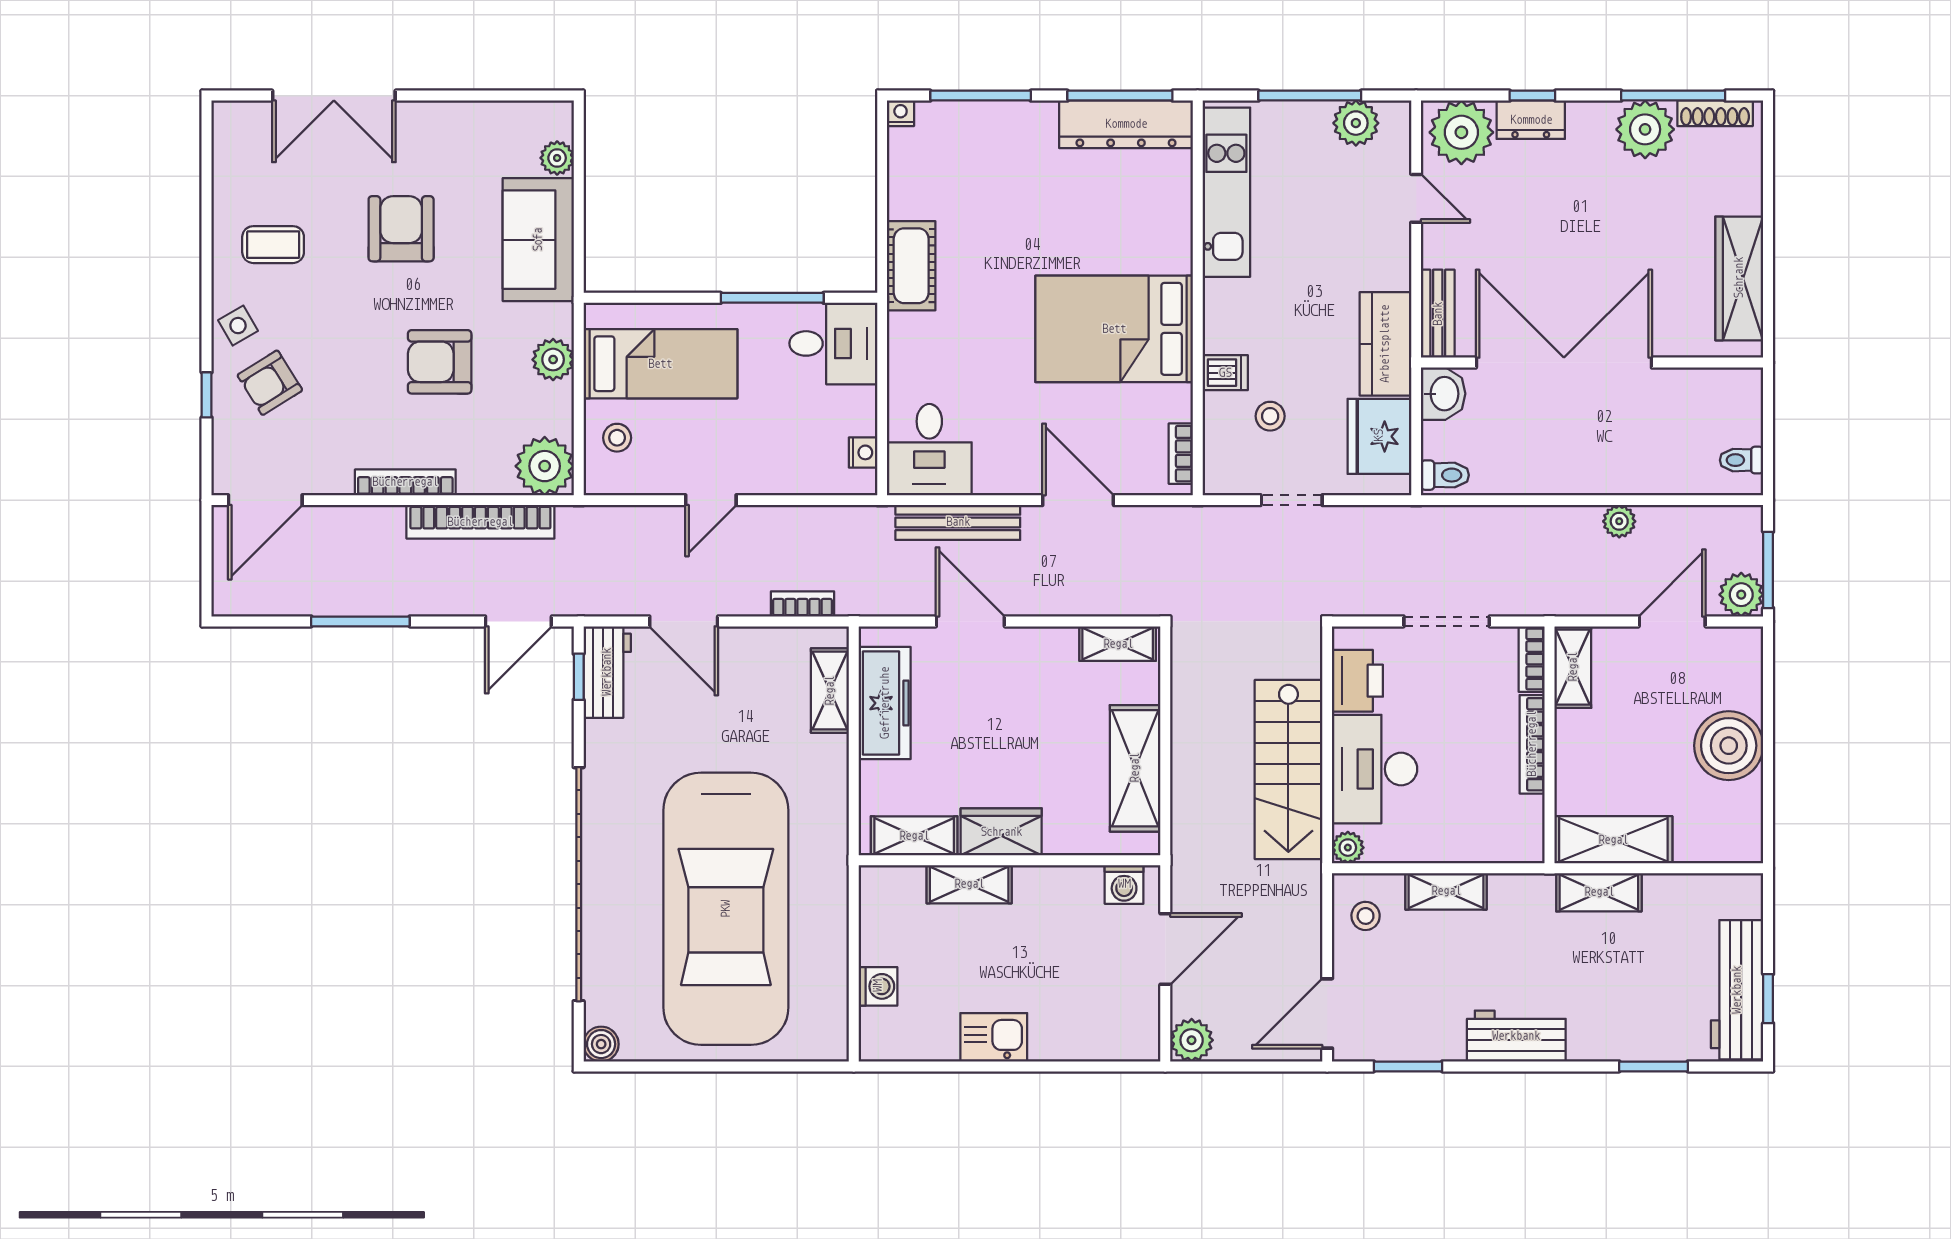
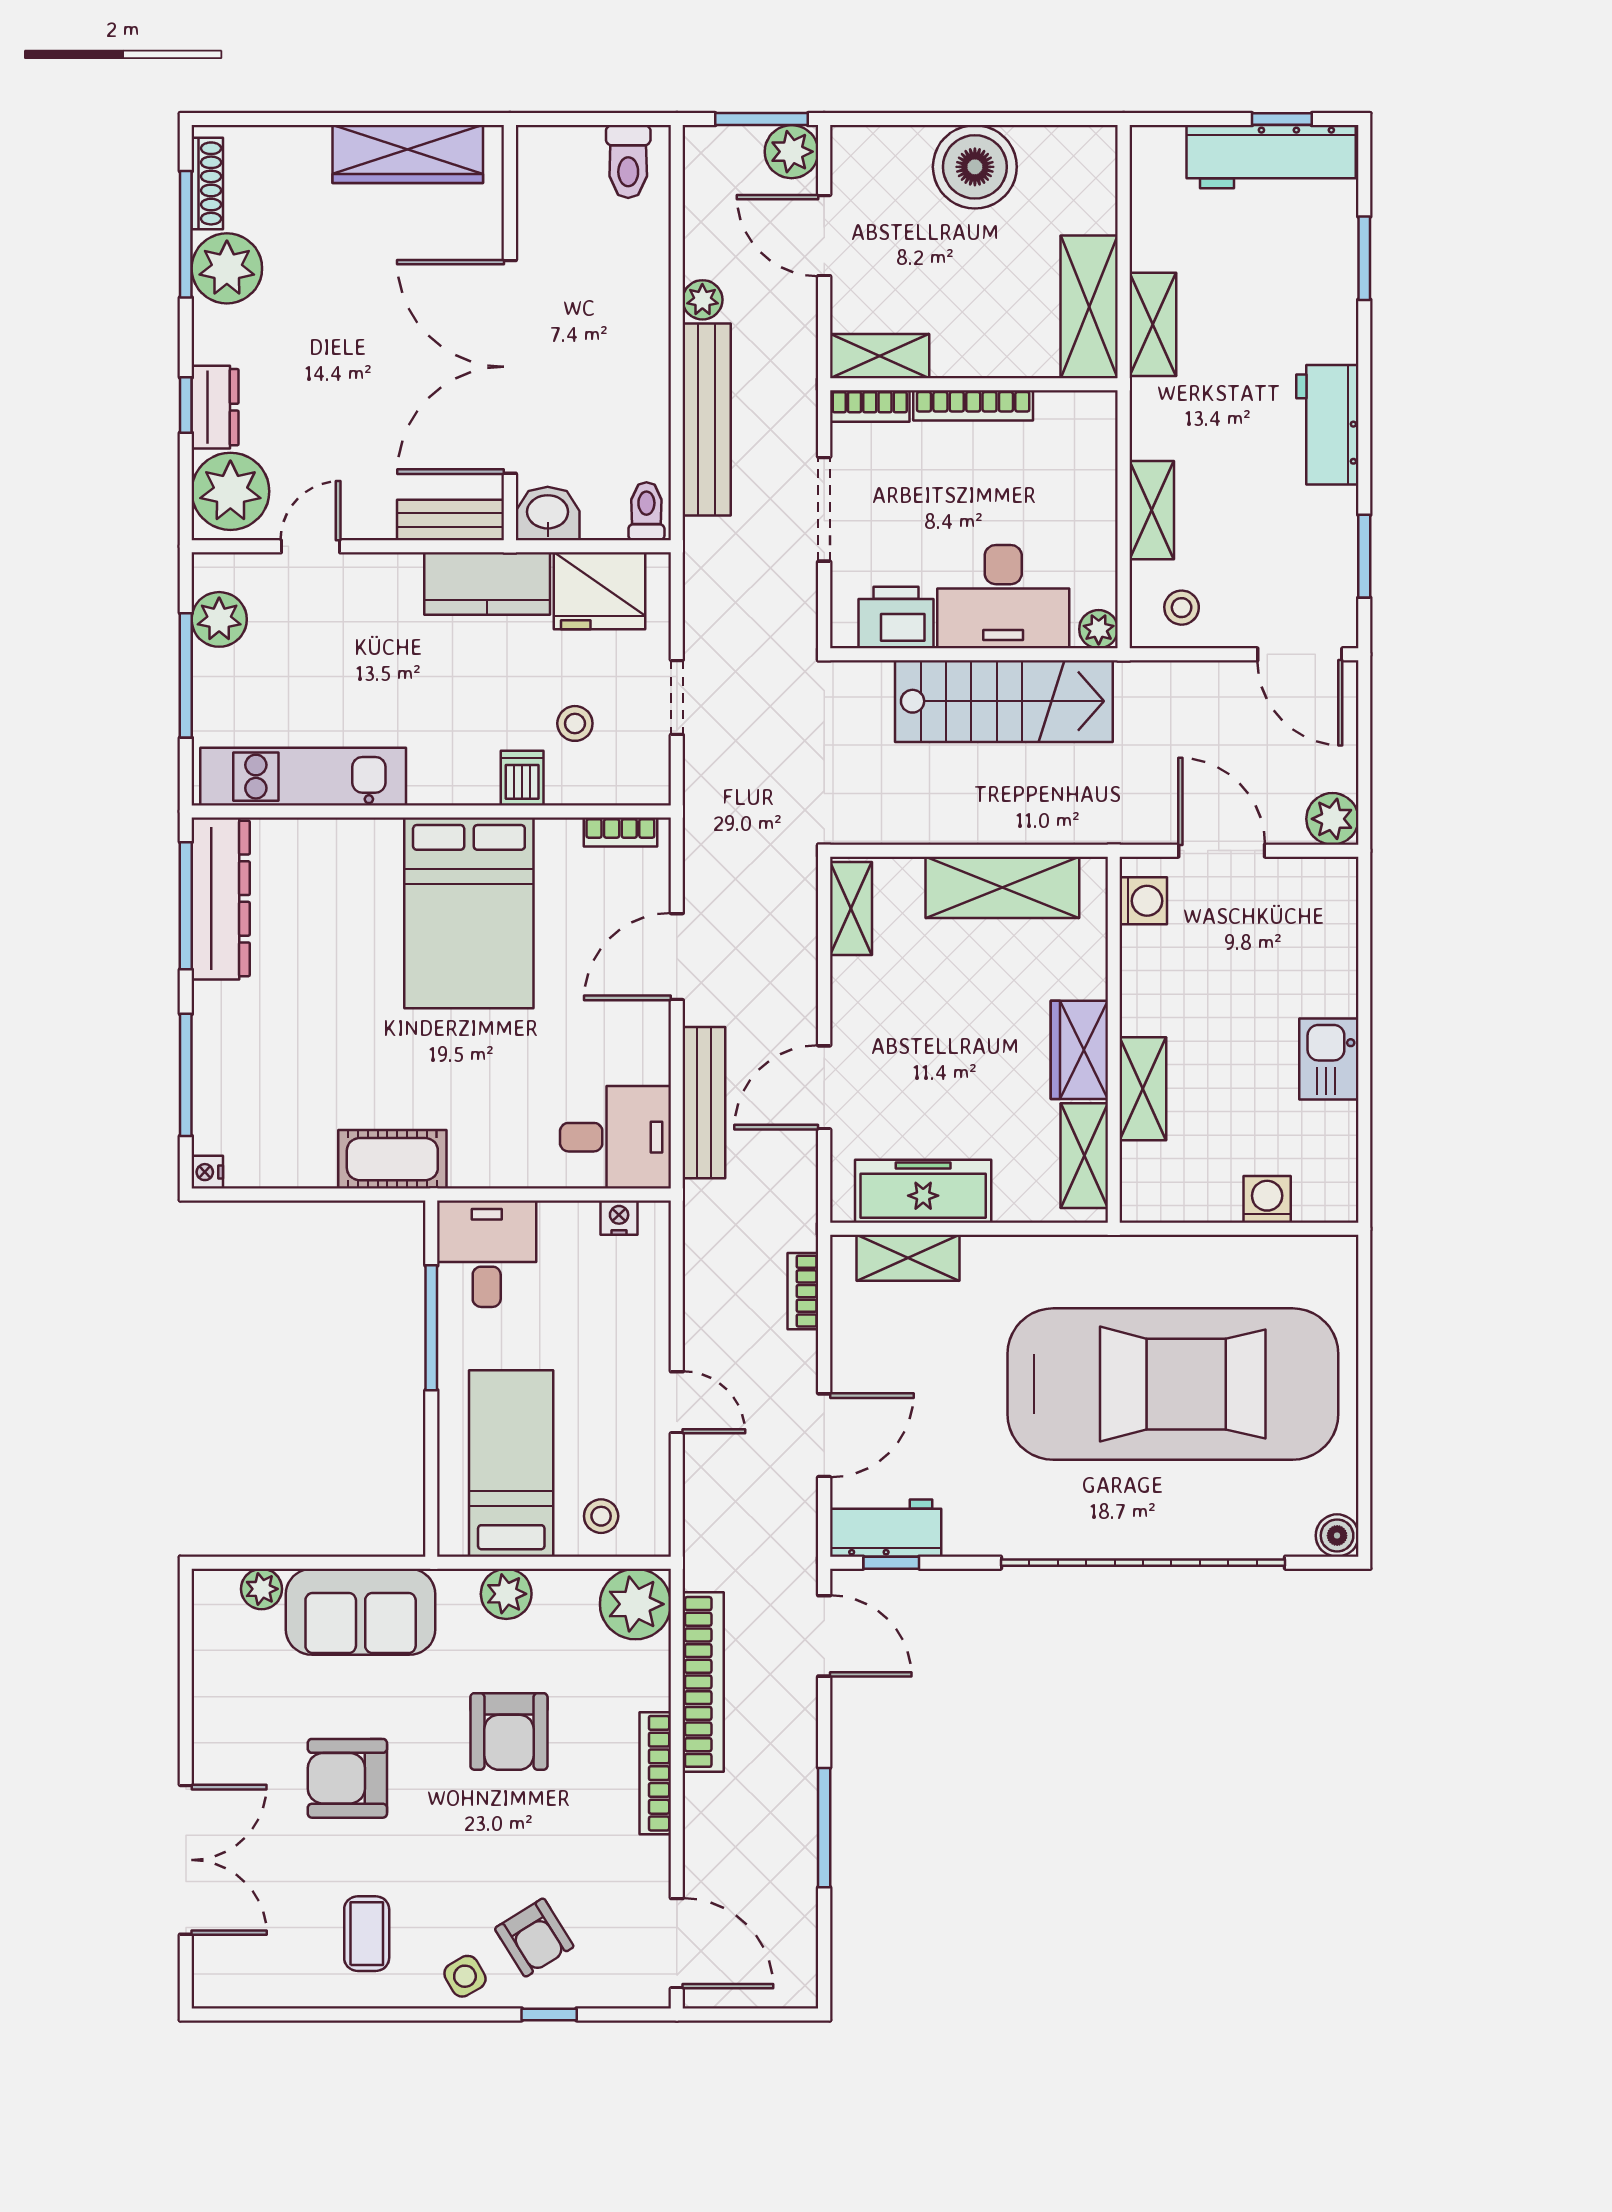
toilet: (1741, 460) -> (628, 162), width x1.37, depth x1.39
bench: (1521, 525) -> (707, 420), added

